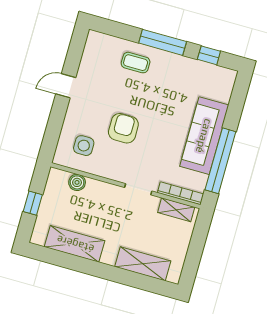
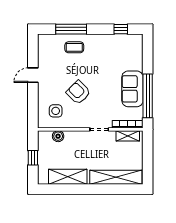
window: (163, 42) -> (71, 29), moved
armchair: (123, 128) -> (78, 92), turned -45
sofa: (204, 136) -> (132, 89), width x0.73
shelving: (143, 264) -> (116, 177), width x1.47

